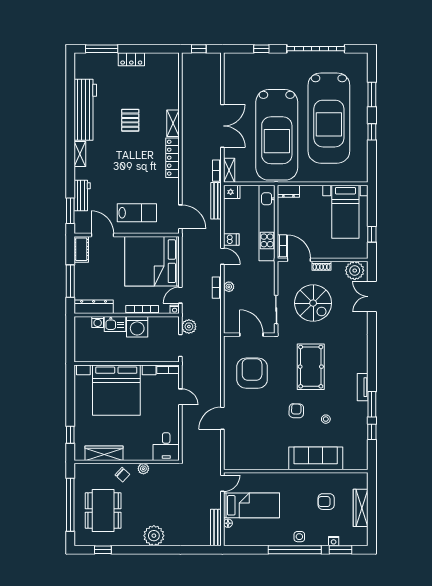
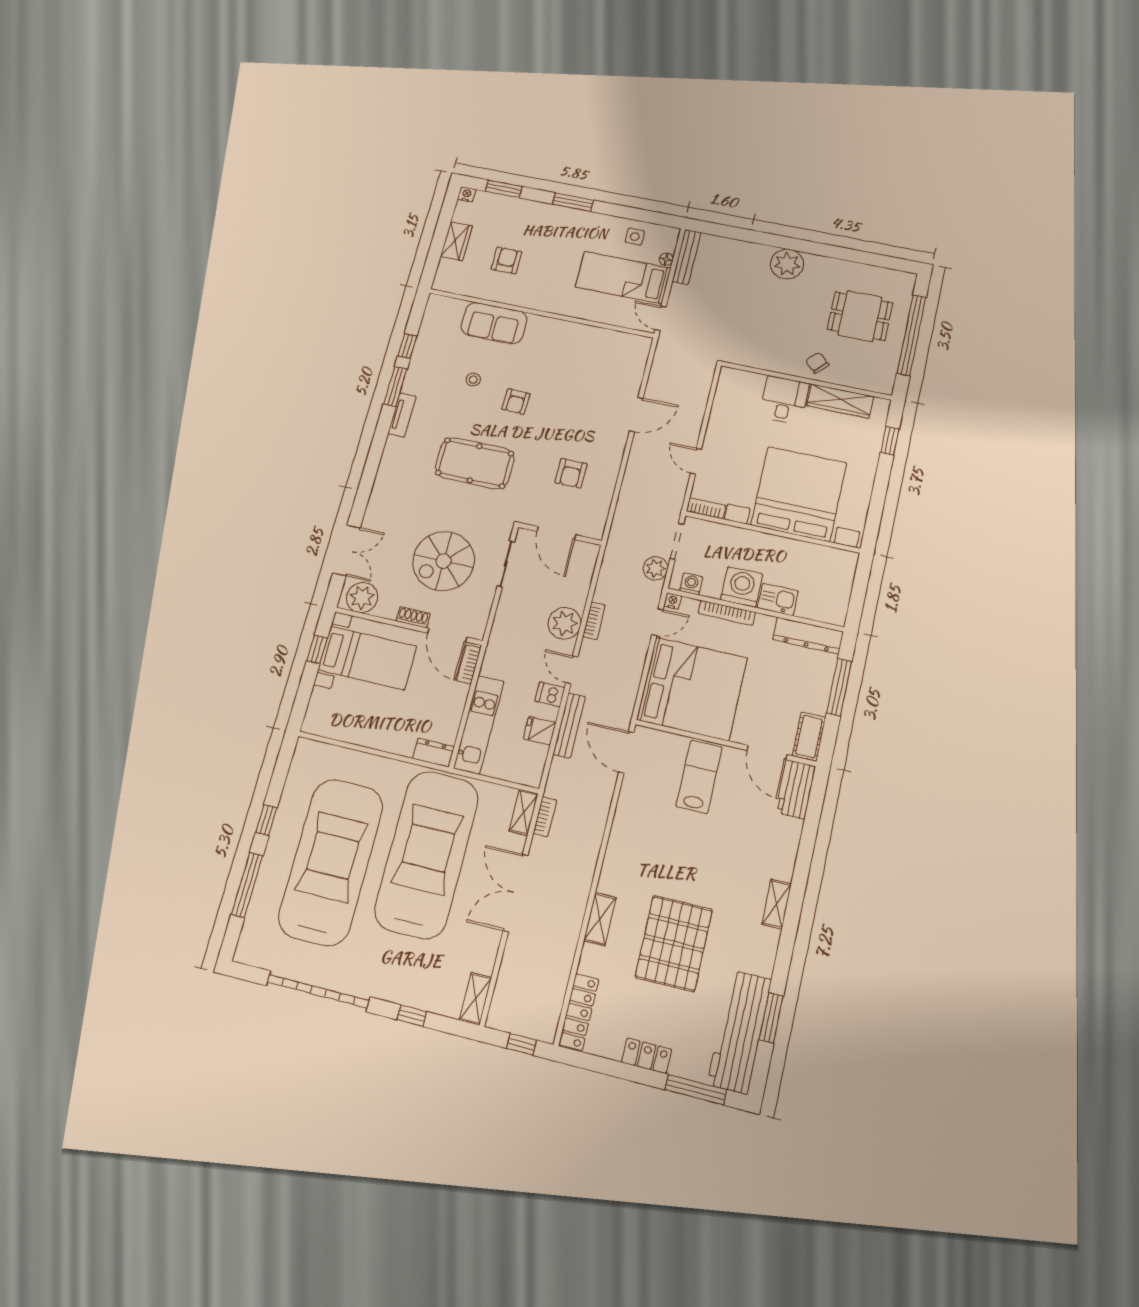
shelving: (230, 66) -> (475, 999), added
window: (372, 95) -> (247, 885), width x1.44
workbench: (85, 110) -> (740, 1032), moved
pallet: (130, 120) -> (674, 943), width x2.05, depth x2.00
locker: (173, 158) -> (579, 1012), moved
fridge: (232, 192) -> (540, 731), moved
workbench: (82, 196) -> (796, 789), moved
bench: (216, 201) -> (569, 725), moved
window: (70, 211) -> (771, 1018), moved
bed with nightstands: (345, 212) -> (367, 658), moved, turned 90
lab bench: (137, 213) -> (699, 777), turned 90
kitchen unit: (267, 223) -> (479, 725), width x0.73
plant: (229, 287) -> (564, 623), width x1.88, depth x1.88
spiral stairs: (313, 303) -> (443, 561), turned -90
washing machine: (98, 322) -> (691, 584), moved
pool table: (311, 367) -> (475, 463), turned 90
armchair: (252, 373) -> (571, 473), width x0.53, depth x0.53
desk: (166, 447) -> (784, 400), moved
sofa: (316, 458) -> (494, 323), width x0.73
plant: (143, 469) -> (781, 365), removed
door: (222, 483) -> (660, 318), hinge flipped
armchair: (326, 502) -> (507, 260), turned -90
wardrobe: (361, 508) -> (456, 241), width x0.67
dining table: (103, 511) -> (860, 316), width x0.73
side table: (299, 537) -> (635, 237), moved
nightstand: (334, 541) -> (467, 194), moved
window: (103, 550) -> (873, 259), removed
window: (295, 550) -> (573, 202), width x0.47

